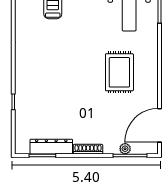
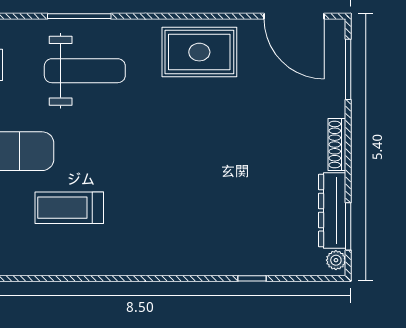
rug: (119, 72) -> (199, 52), moved
plant: (125, 149) -> (336, 260), moved

